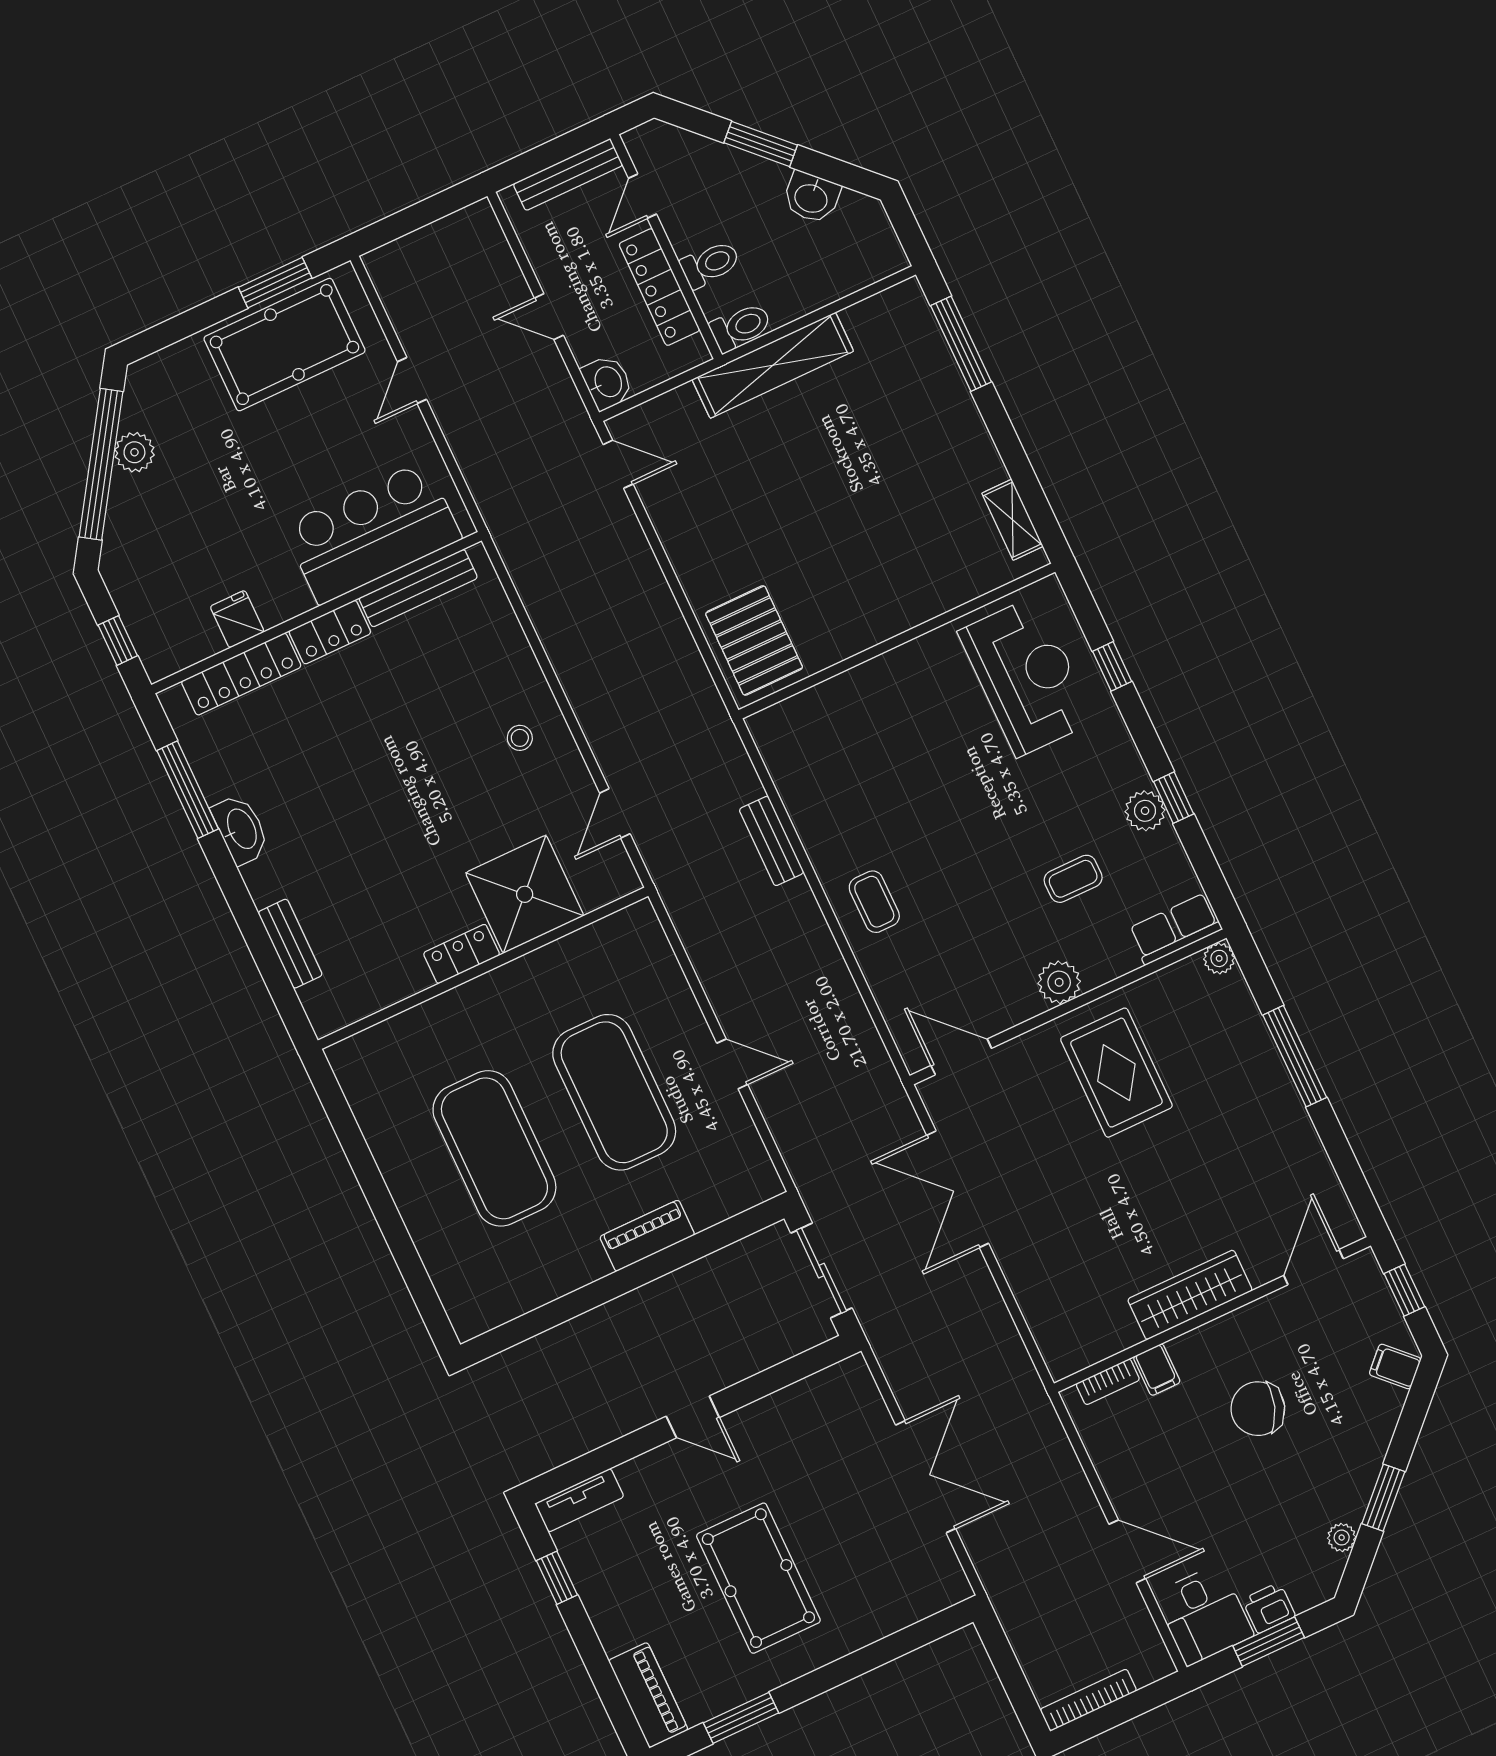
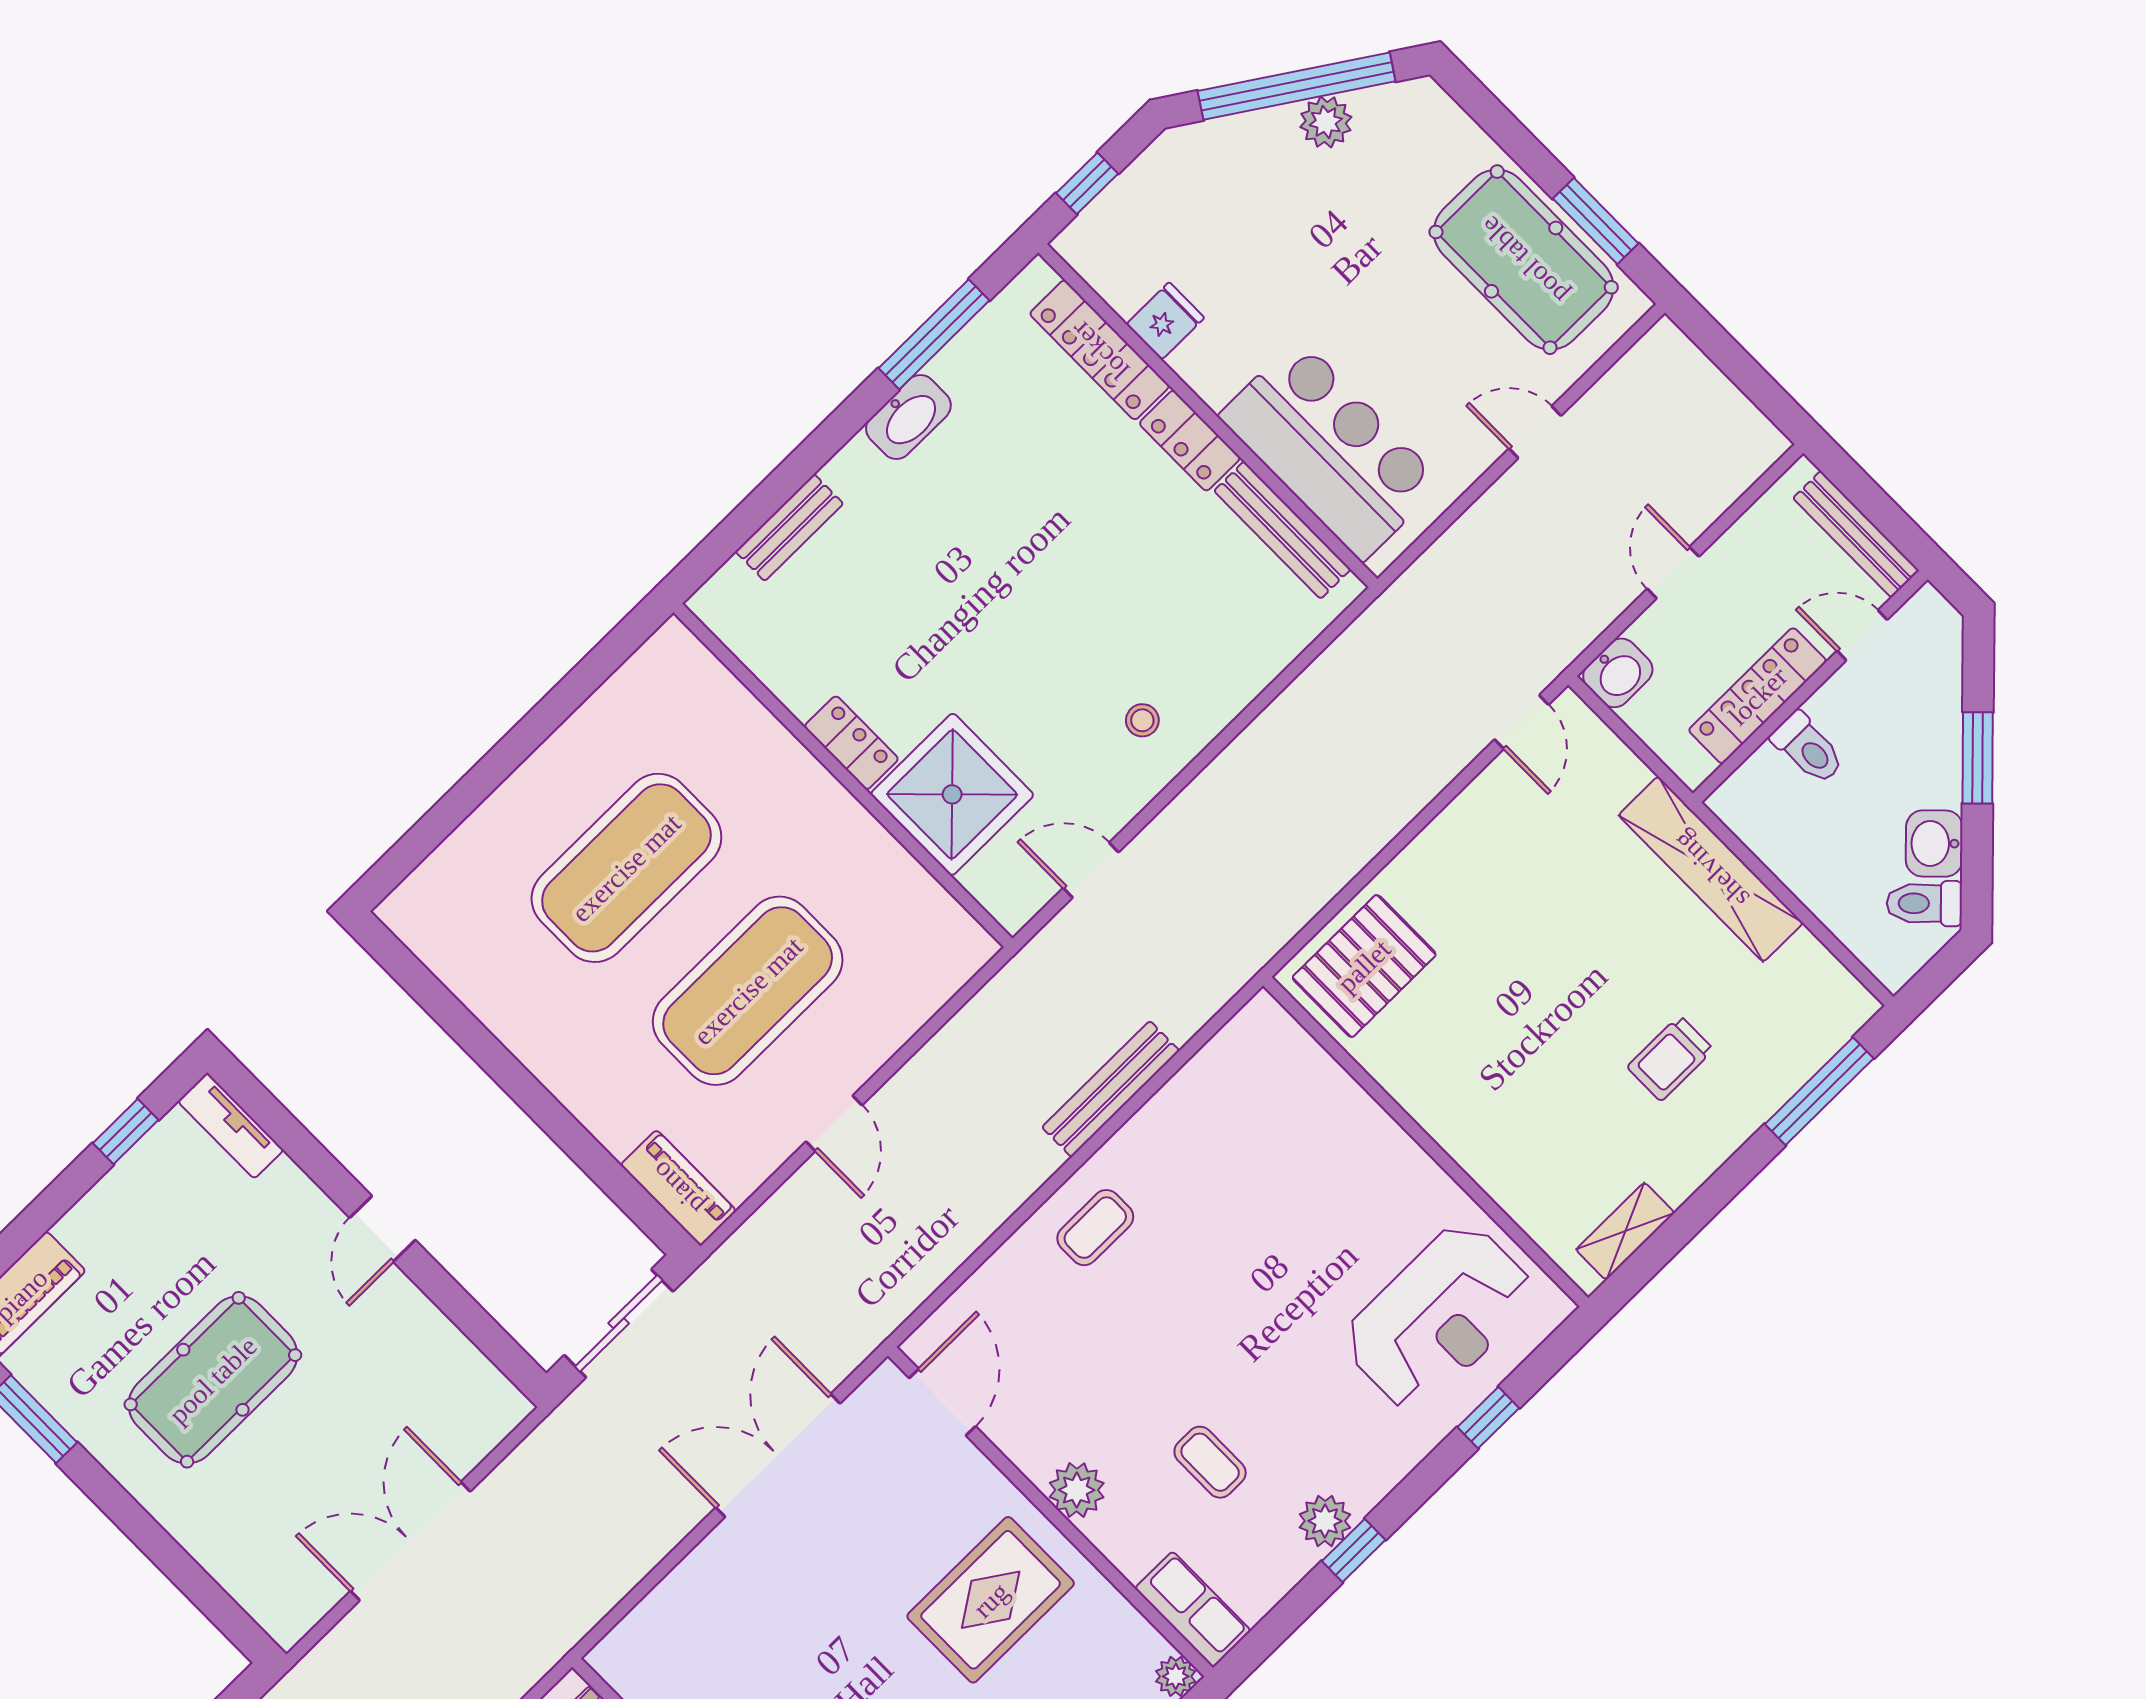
toilet: (741, 327) -> (1924, 903), moved, turned 135
trolley: (899, 443) -> (1670, 1058), added
bench: (771, 841) -> (1111, 1089), width x1.36
piano: (647, 1236) -> (678, 1188), moved
double door: (926, 1477) -> (410, 1541), swing flipped

